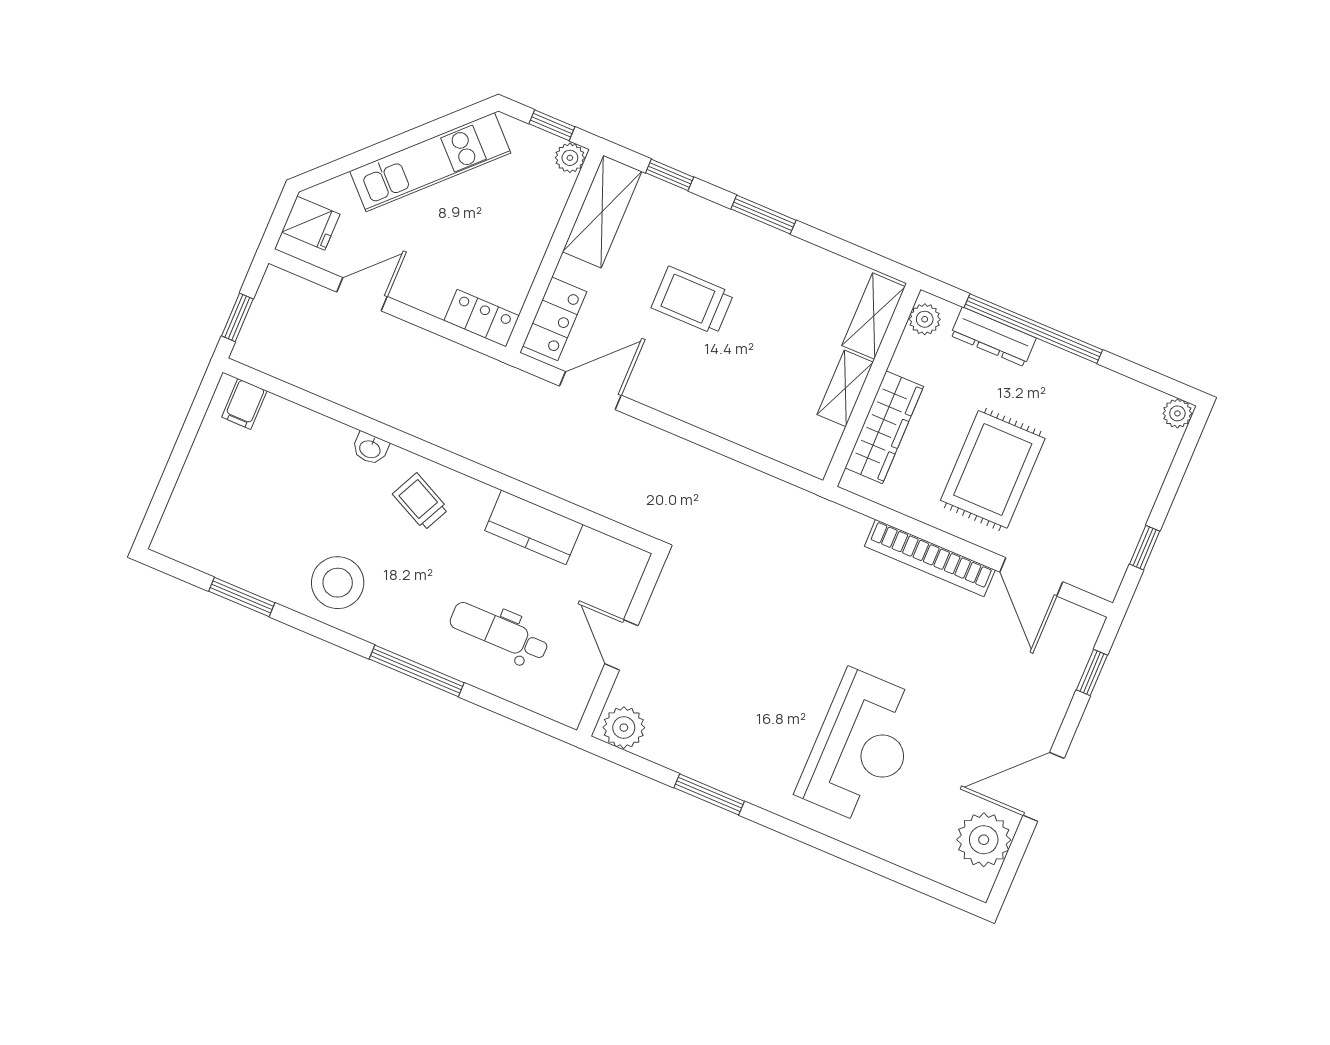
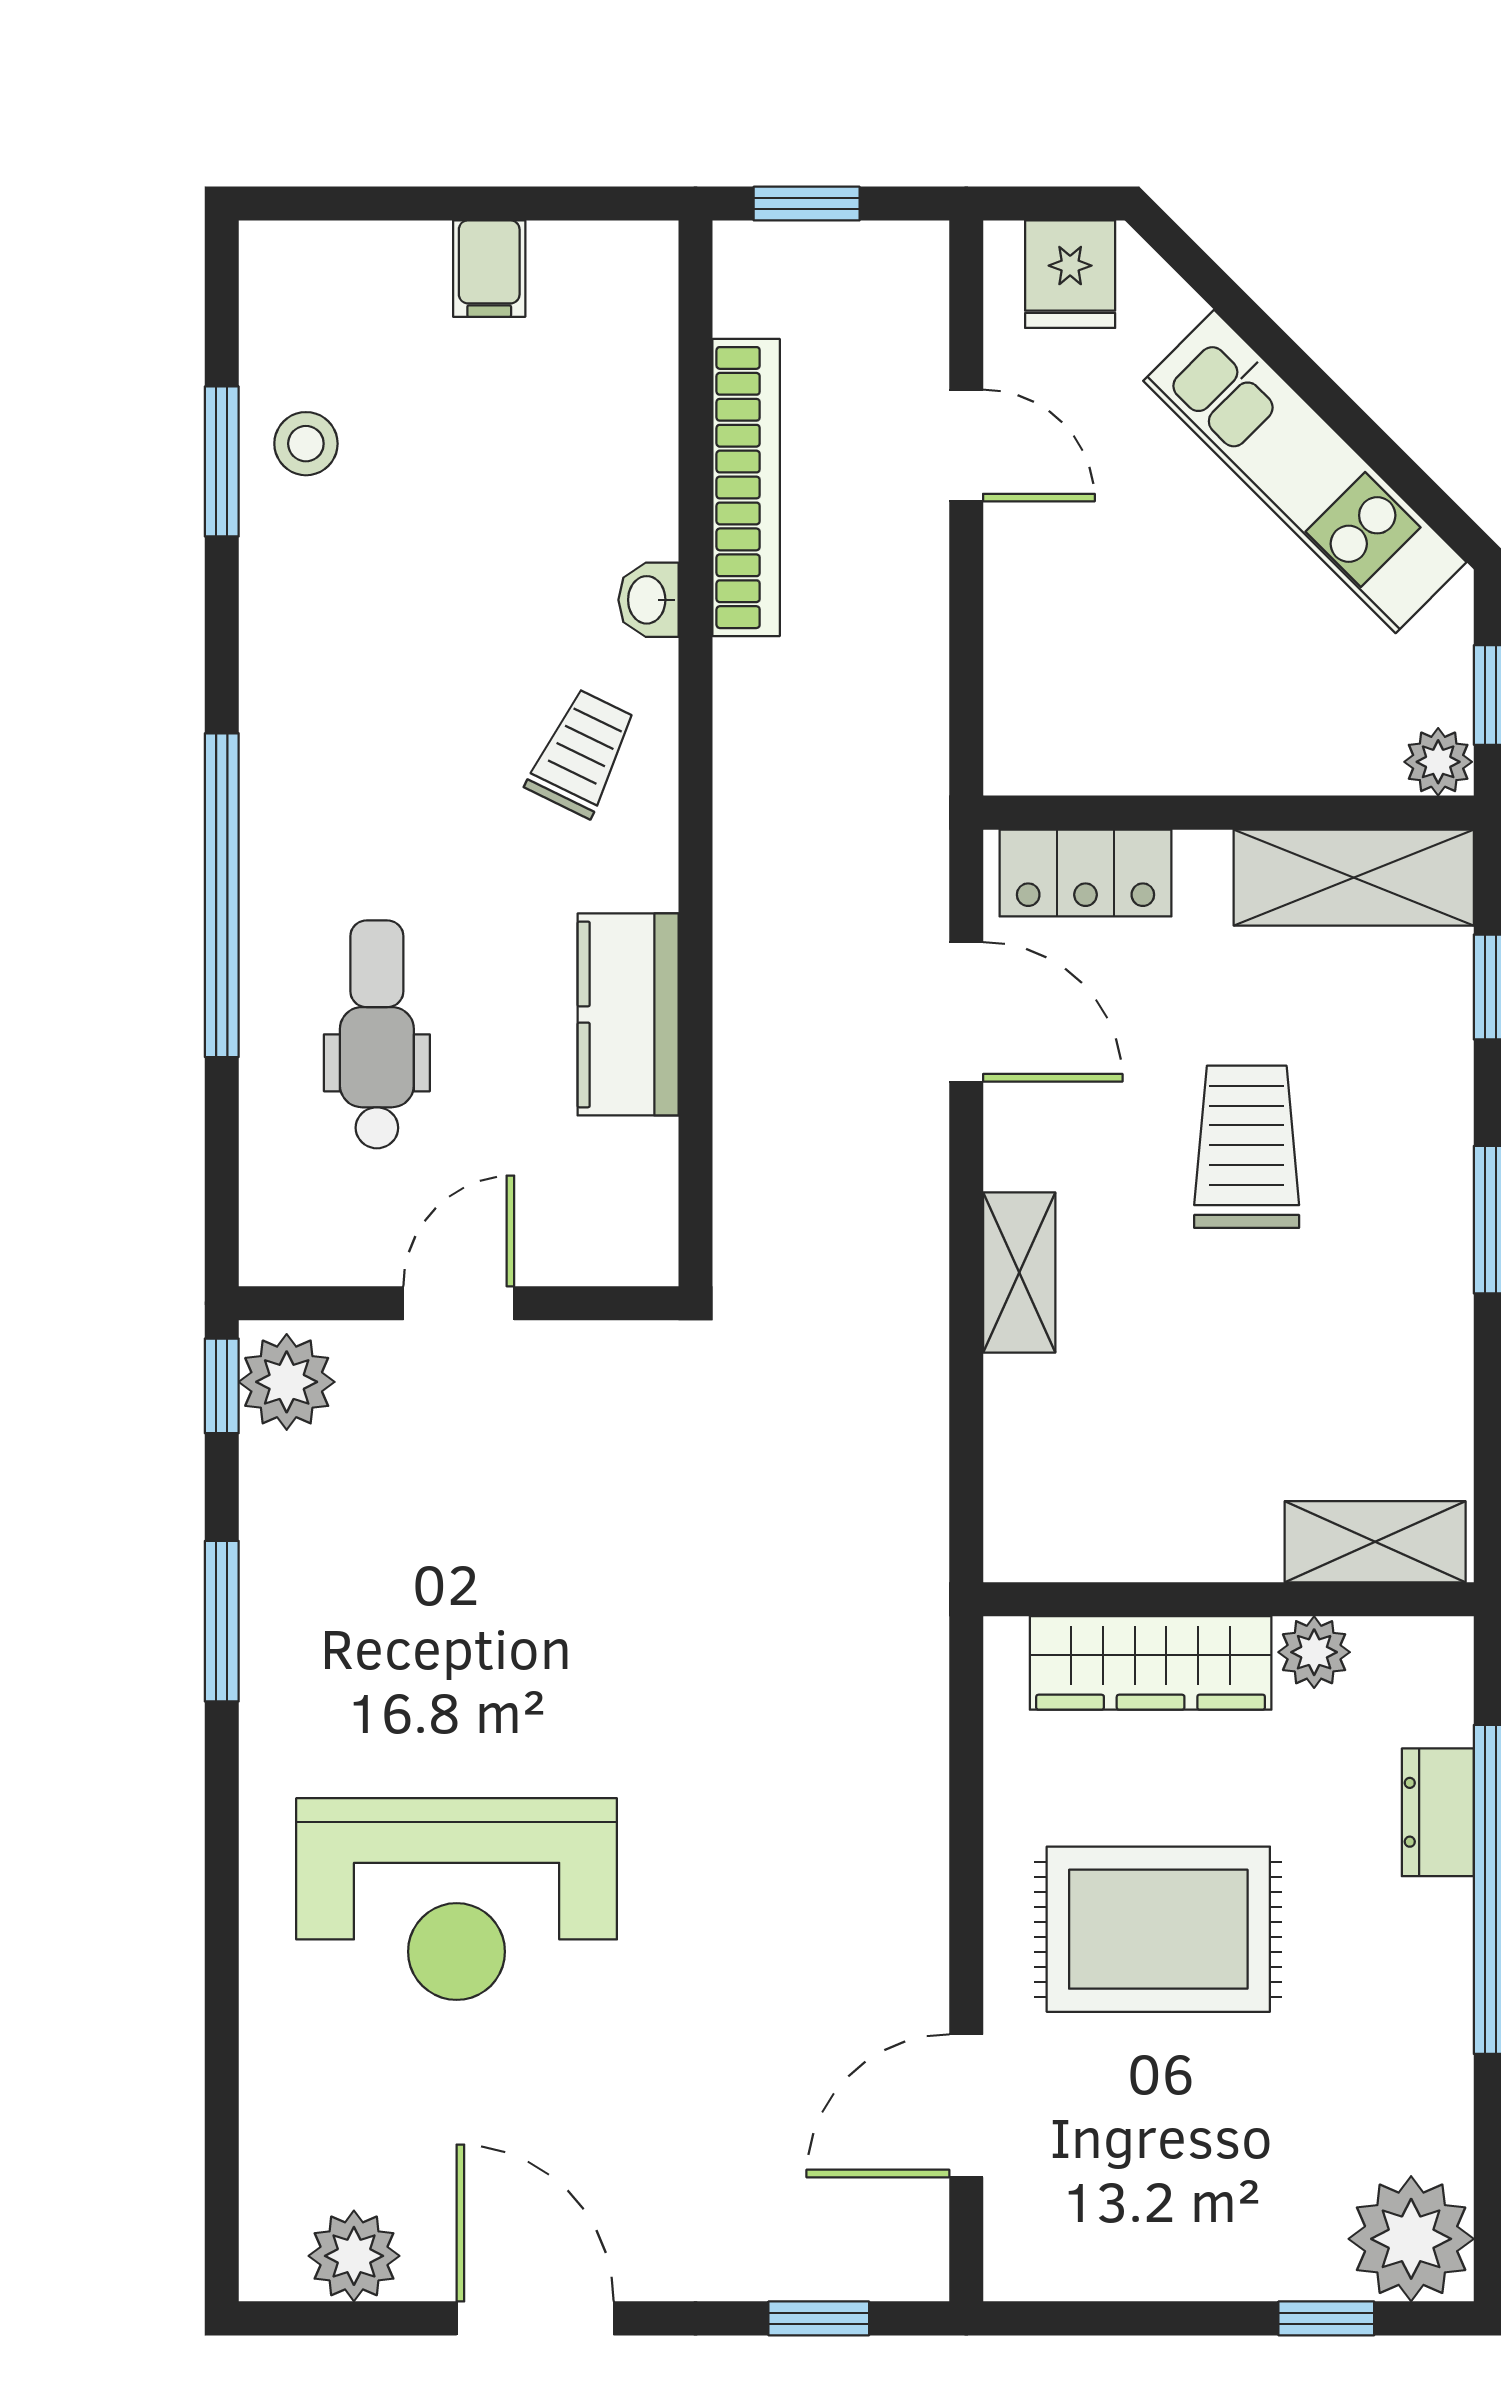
locker: (482, 318) -> (1022, 718), removed
plant: (925, 319) -> (1314, 1652), moved
dresser: (993, 337) -> (1438, 1812), width x0.70
shelving: (845, 388) -> (1019, 1272), moved, turned 90
filing cabinet: (244, 404) -> (489, 269), moved, turned -90
plant: (1177, 413) -> (1411, 2239), width x1.88, depth x1.88
window: (1145, 548) -> (1326, 2318), moved
bookcase: (930, 558) -> (746, 488), moved, turned 180
stool: (338, 583) -> (306, 444), moved, width x0.53, depth x0.53
window: (417, 671) -> (222, 895), width x1.46
window: (614, 754) -> (222, 1386), added
plant: (984, 840) -> (354, 2256), width x0.73, depth x0.73

